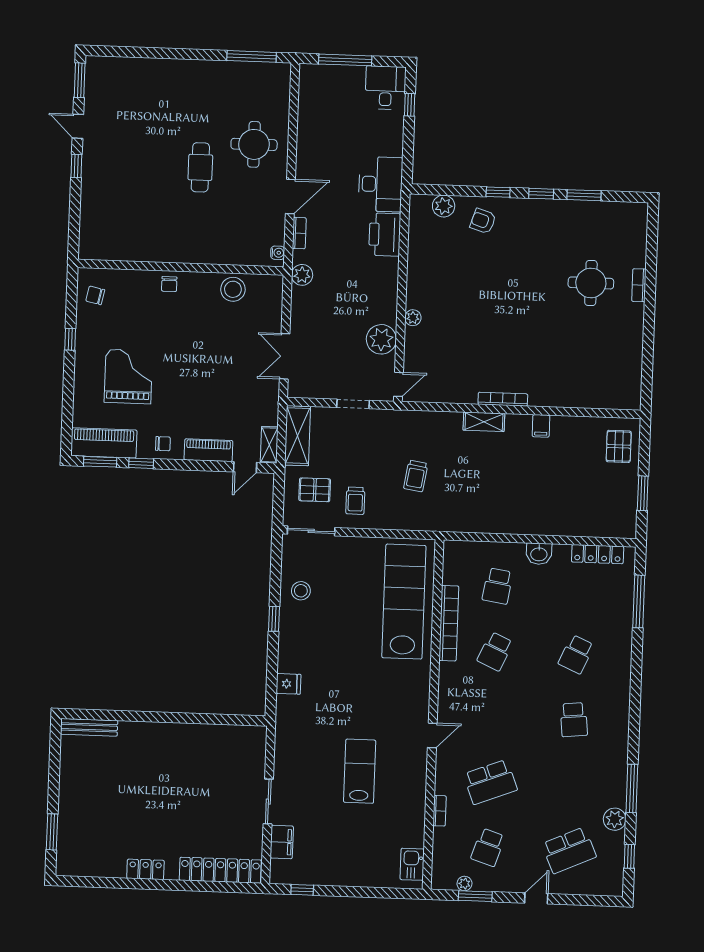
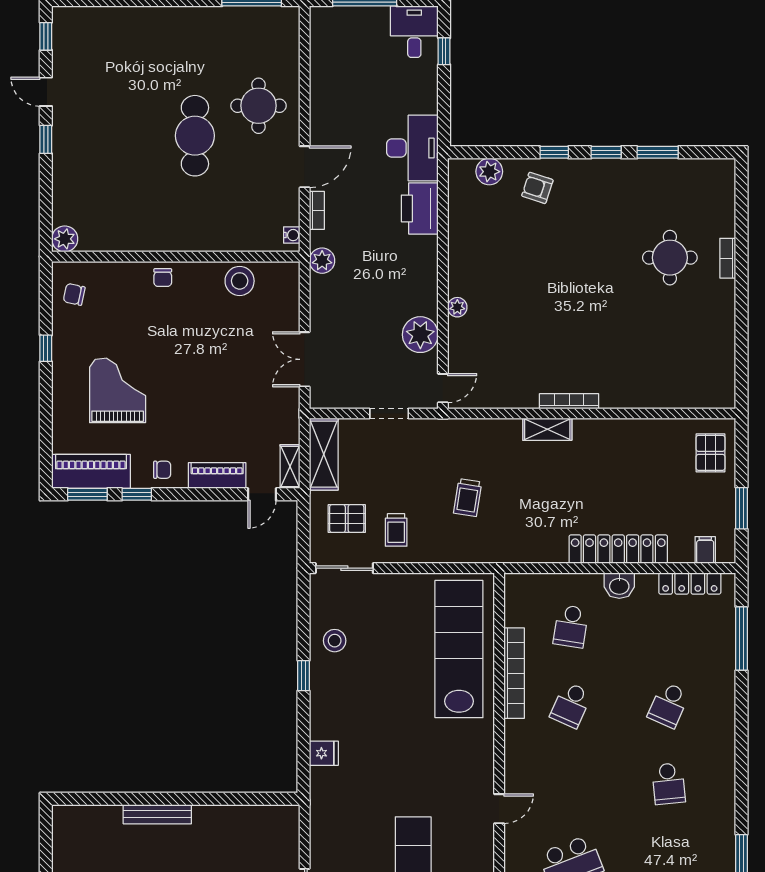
window: (80, 80) -> (46, 36), width x0.67
cafe table: (200, 167) -> (195, 136), width x1.37, depth x1.35
plant: (89, 249) -> (65, 239), added
filing cabinet: (541, 426) -> (705, 550), moved, turned 180
locker: (539, 524) -> (618, 549), added
bench: (89, 727) -> (157, 814), moved

